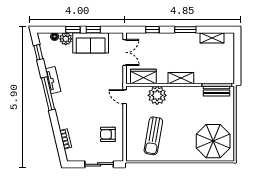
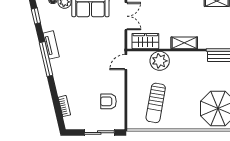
door: (125, 97) -> (126, 62), hinge flipped

